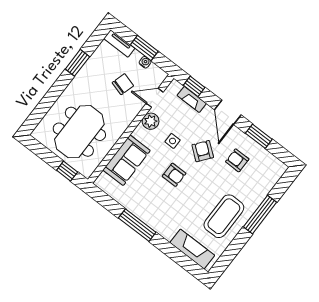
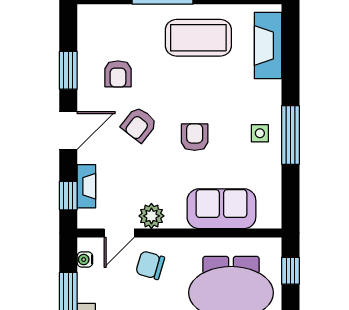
water cooler: (145, 62) -> (85, 260), moved
chair: (123, 84) -> (150, 265), moved
door: (155, 98) -> (119, 233), hinge flipped
side table: (173, 141) -> (260, 133), moved

